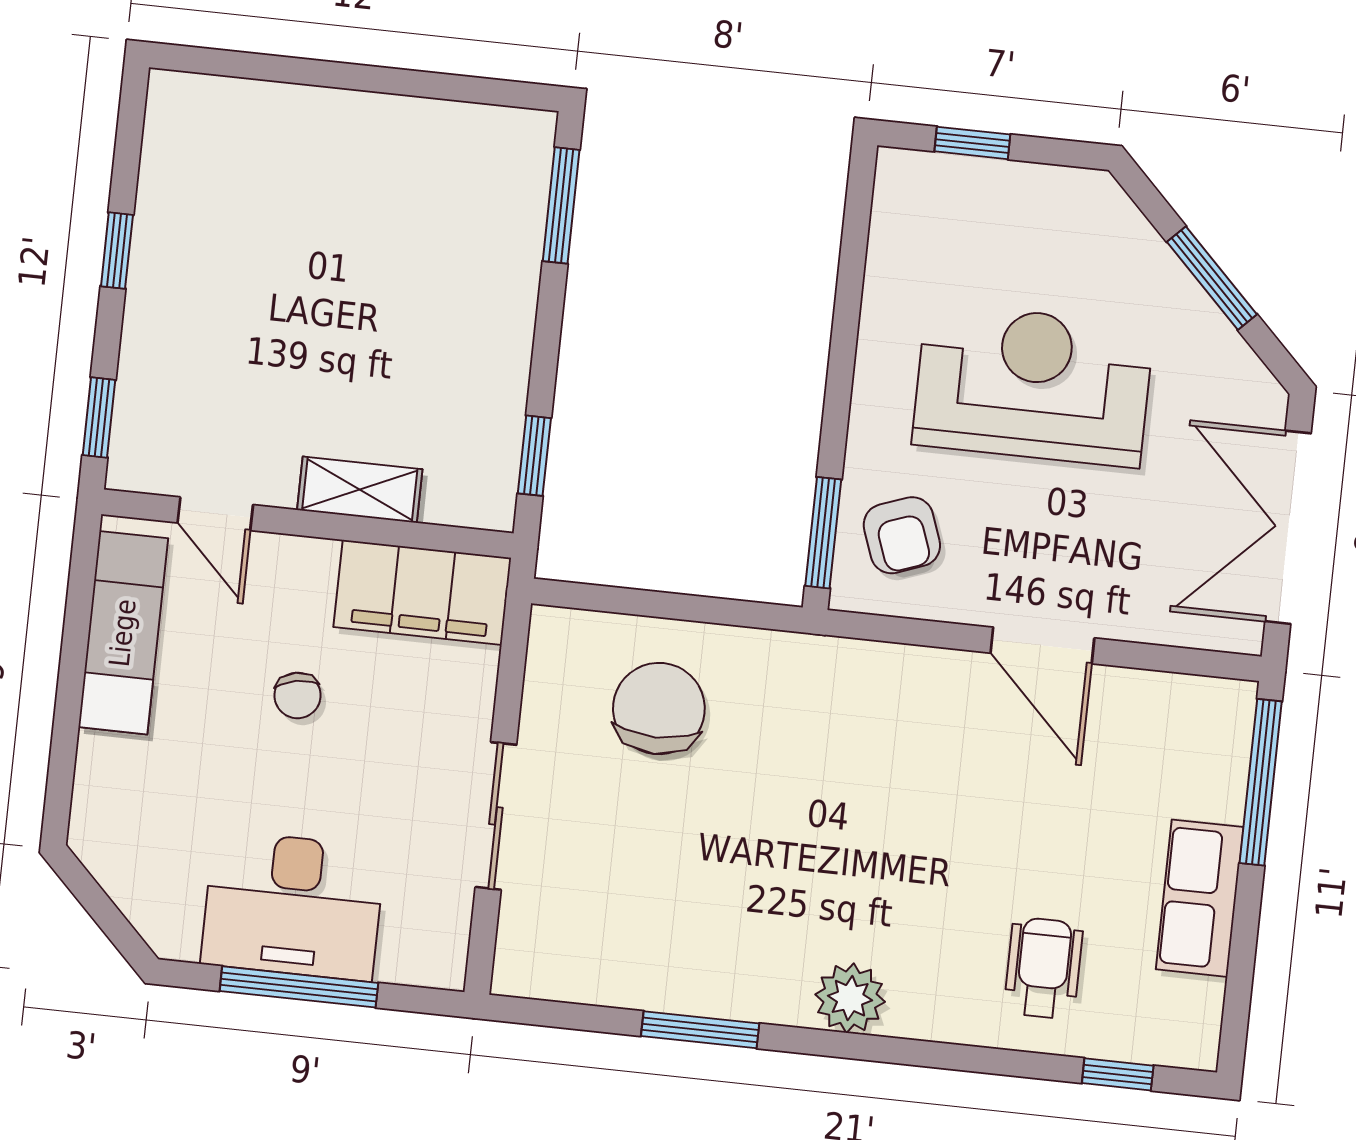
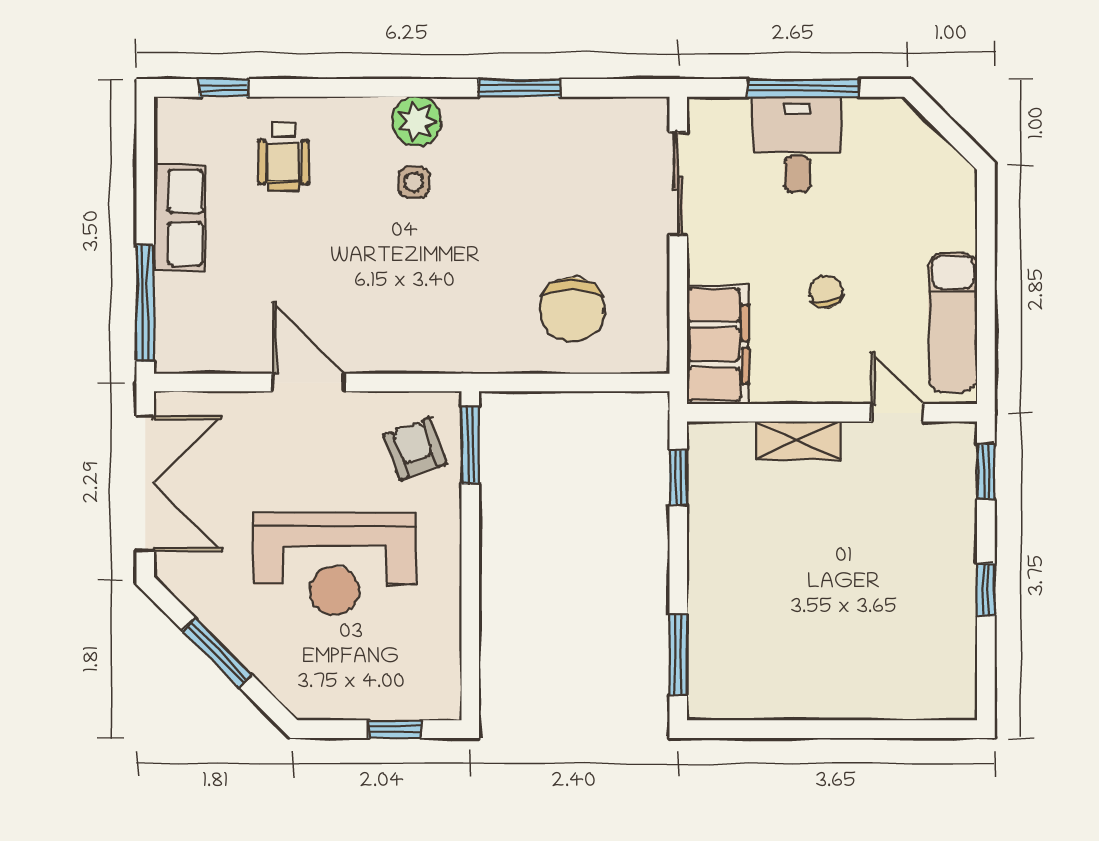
filing cabinet: (422, 592) -> (718, 345), moved, turned 90
sliding door: (496, 816) -> (678, 184), moved
desk: (293, 906) -> (797, 144), width x0.73
side table: (863, 913) -> (414, 182), added

